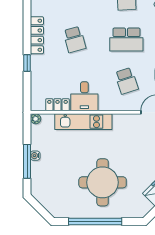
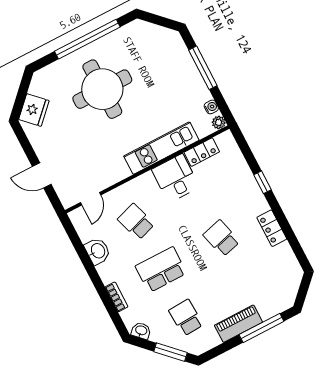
locker: (37, 35) -> (272, 228), width x0.66
water cooler: (35, 156) -> (211, 107), moved

